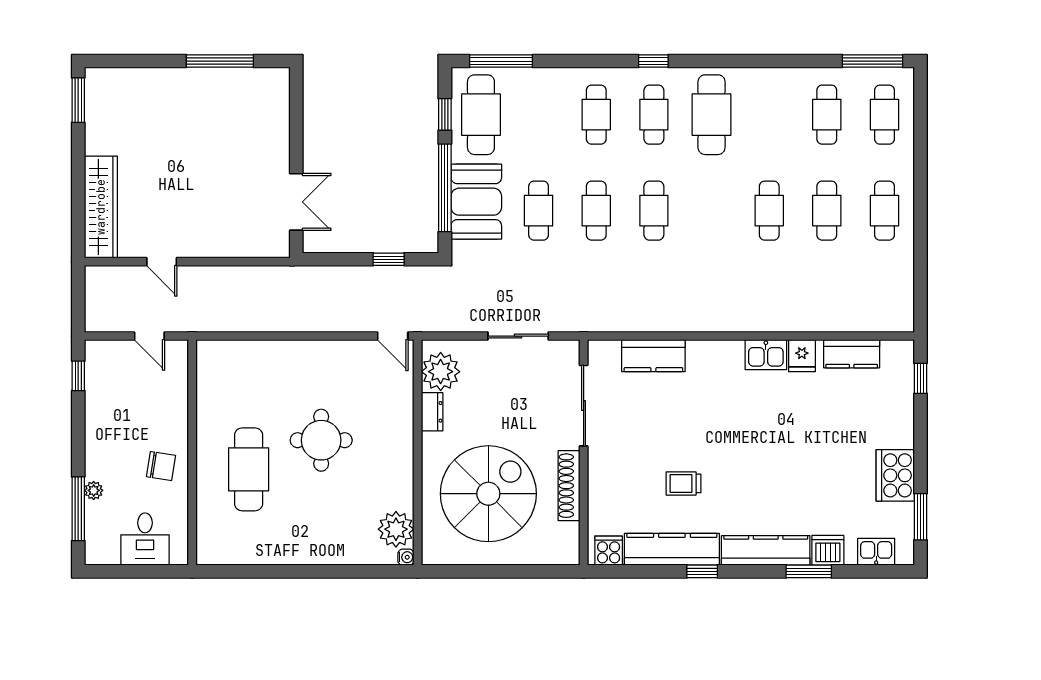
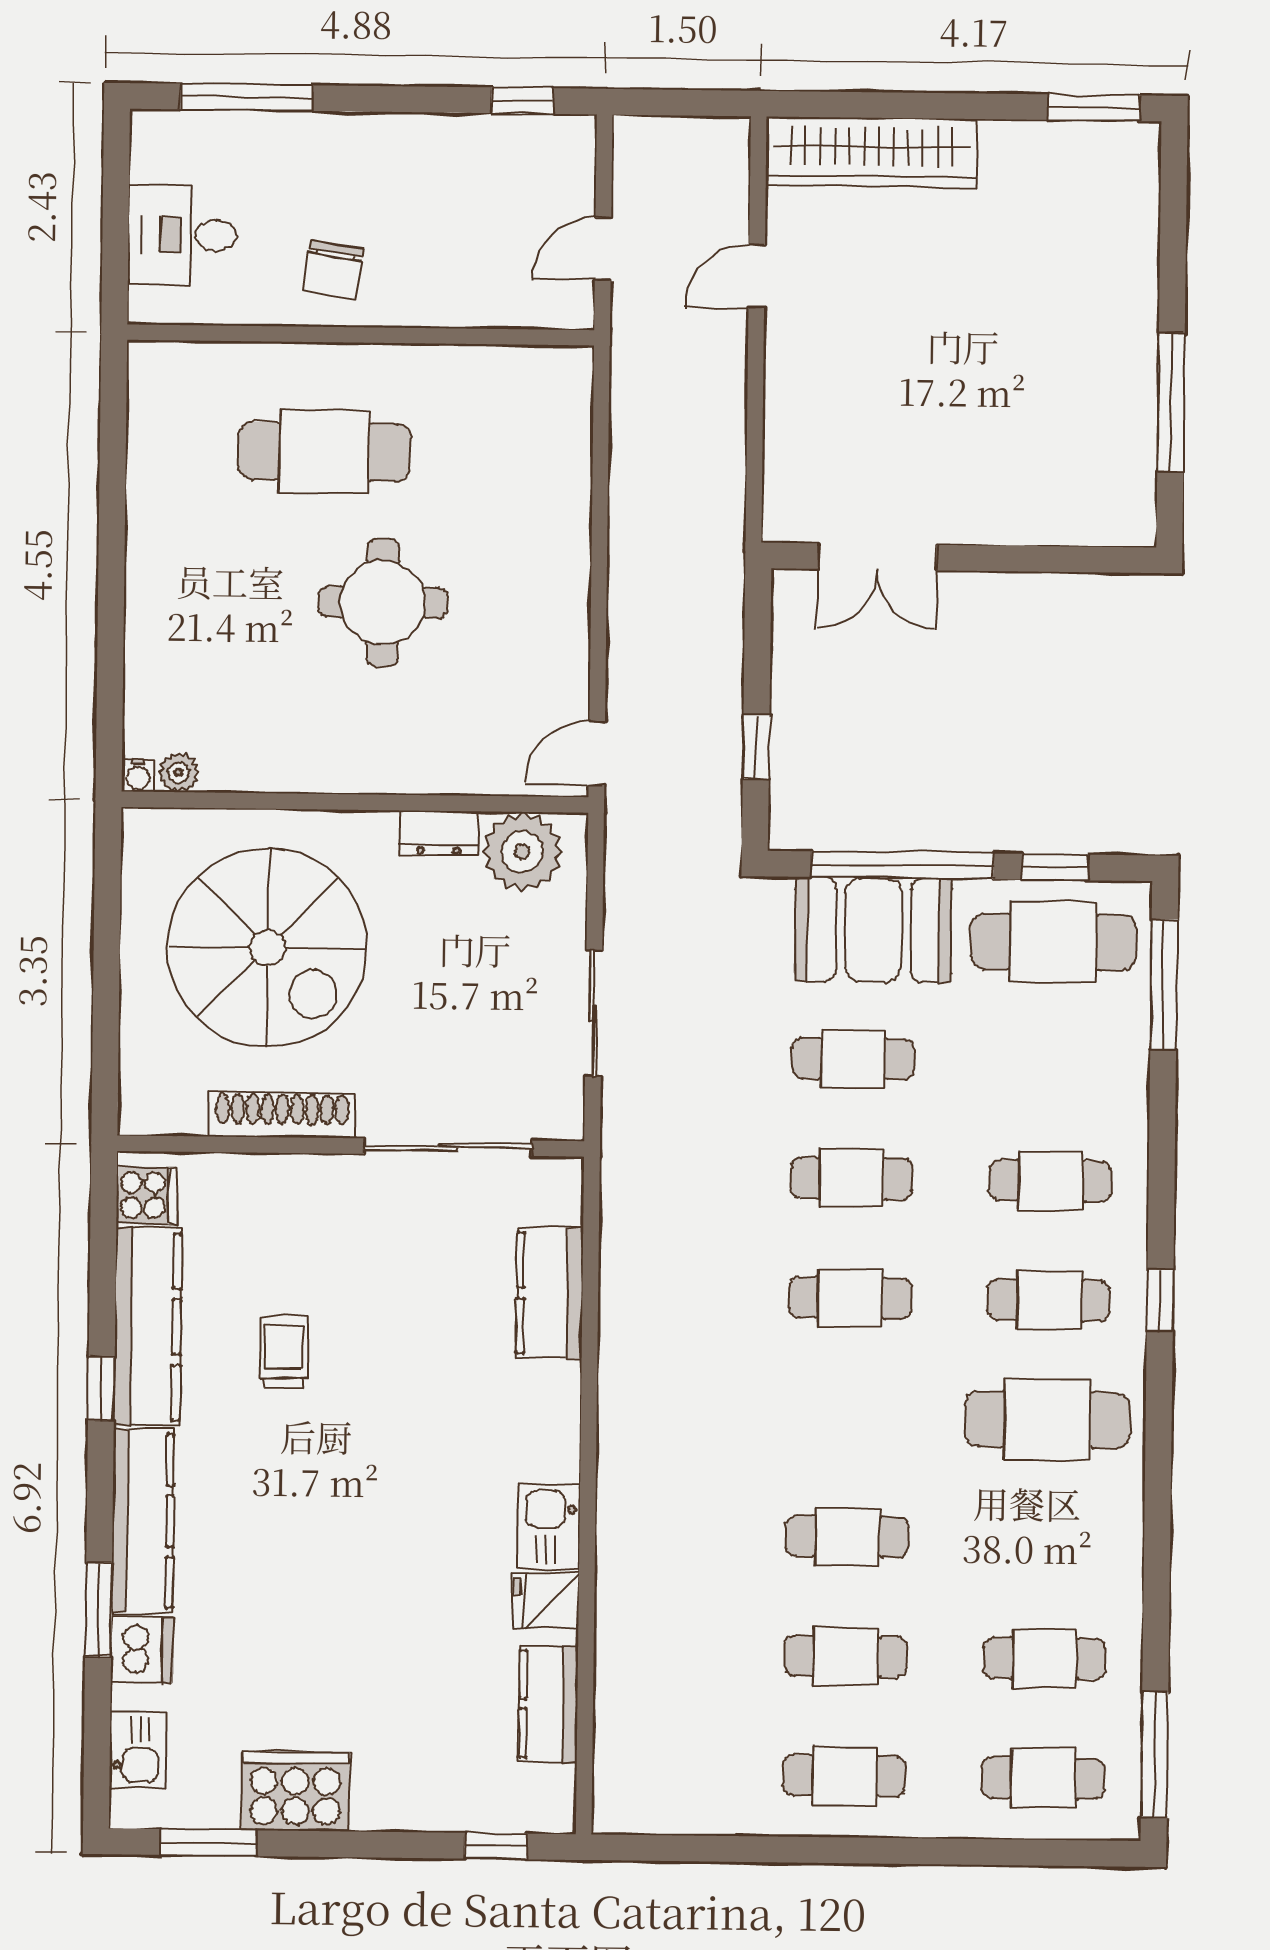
plant: (94, 490) -> (284, 130), removed
plant: (396, 529) -> (179, 772), width x0.53, depth x0.53

